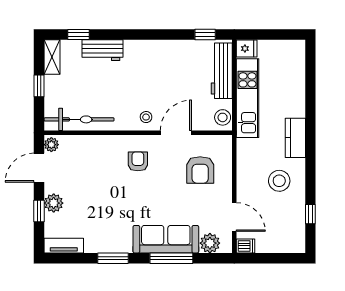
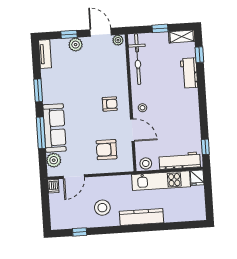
kitchen counter: (295, 138) -> (142, 217), width x1.50

